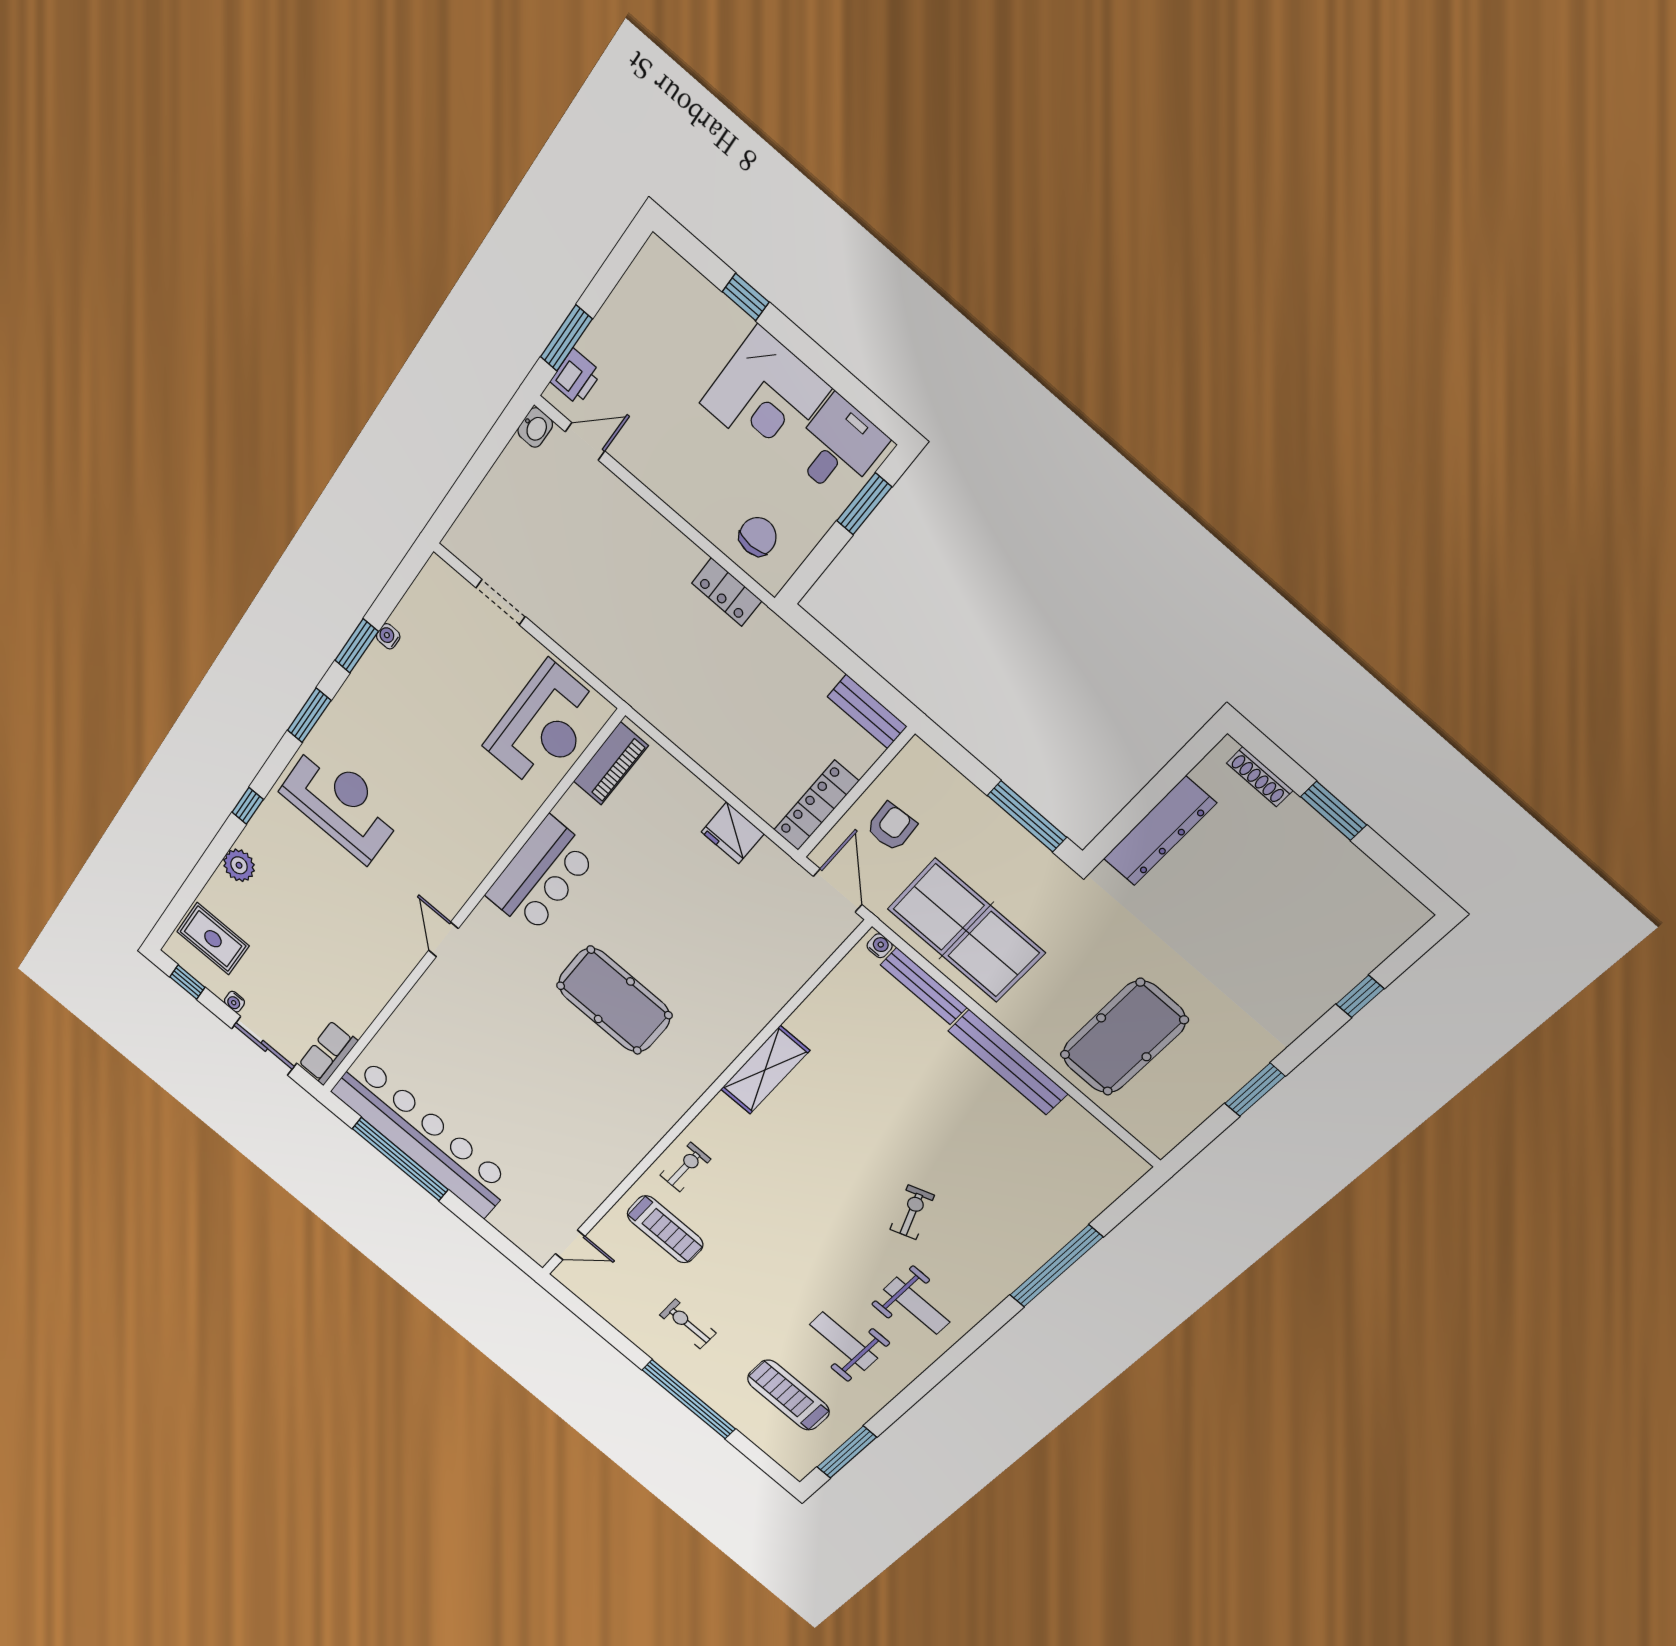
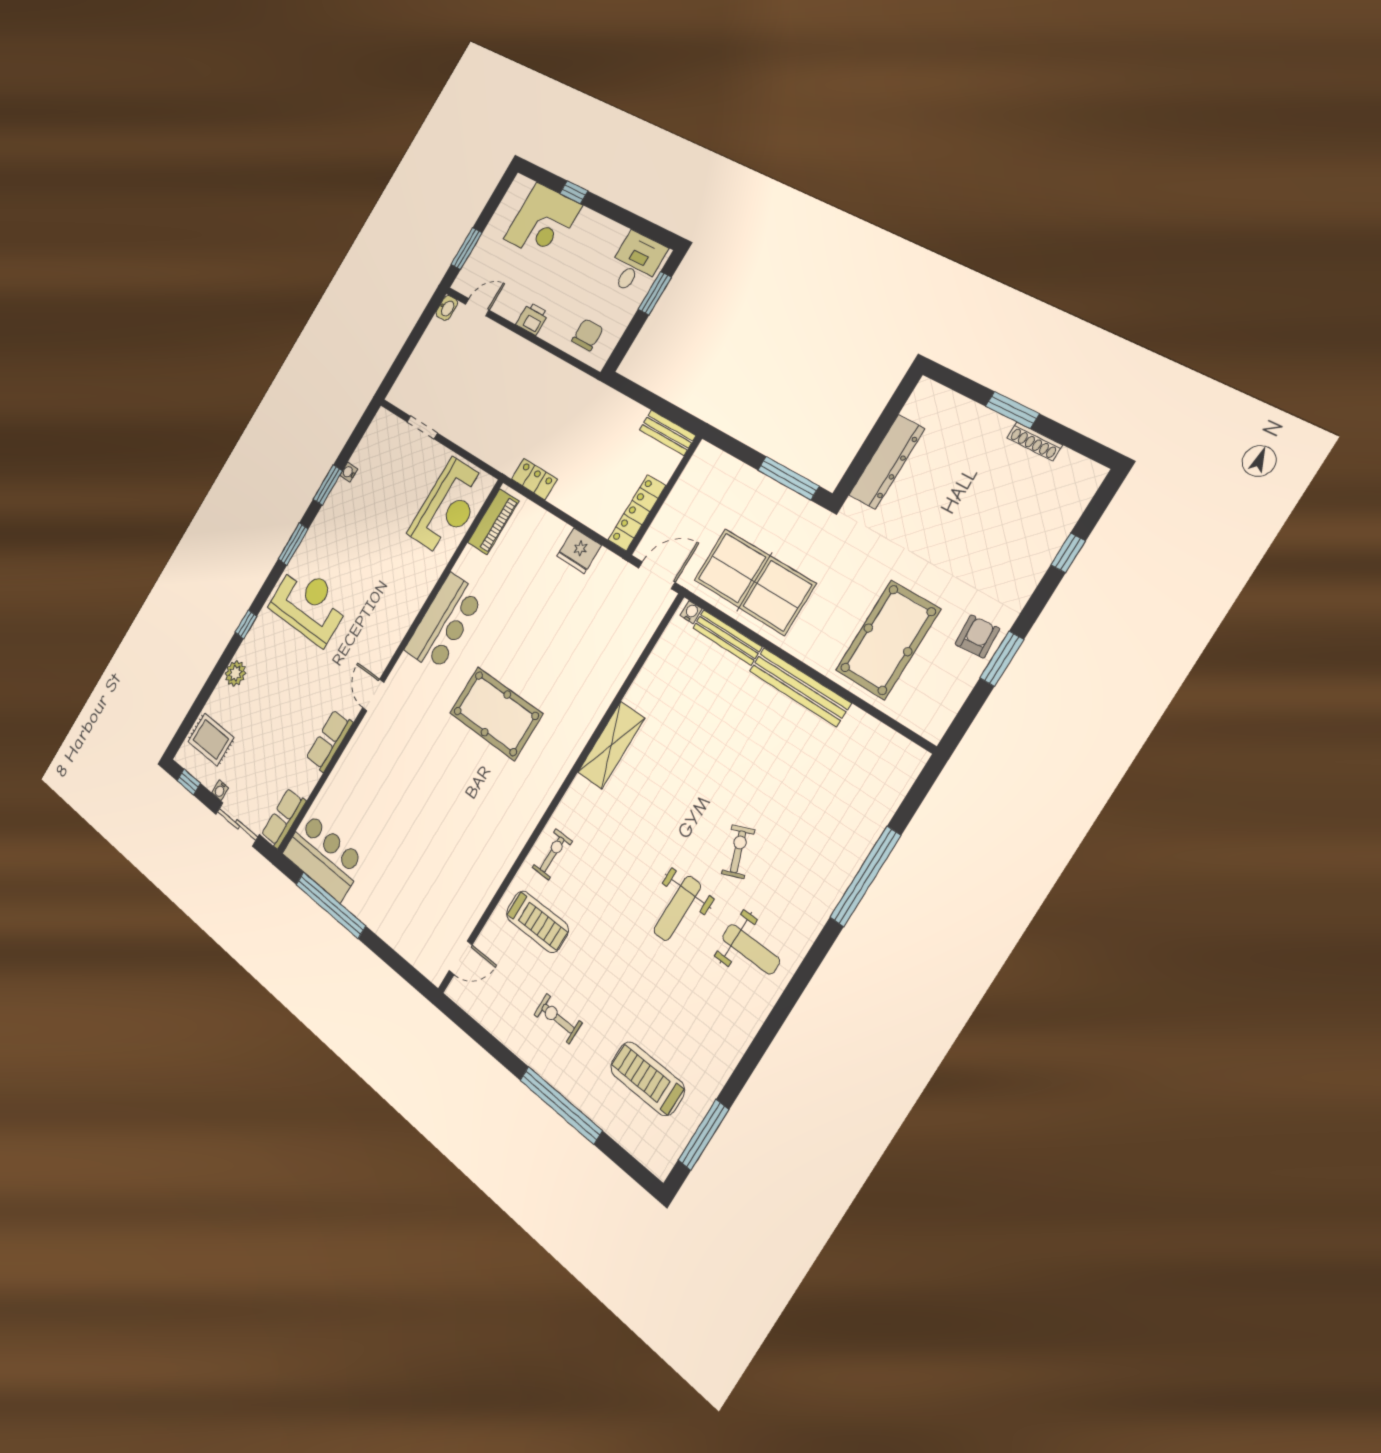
printer: (576, 377) -> (532, 319), moved, turned -90
corner desk: (765, 396) -> (543, 222), moved
locker: (727, 592) -> (534, 479), moved, turned 180
shoe rack: (1260, 777) -> (1035, 441), moved
armchair: (891, 827) -> (977, 636), moved
door: (838, 890) -> (657, 575), hinge flipped
row of seats: (385, 979) -> (329, 741), added
bar counter: (423, 1137) -> (324, 857), width x0.54
weight bench: (844, 1341) -> (677, 908), moved, turned -90

